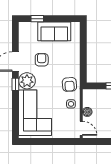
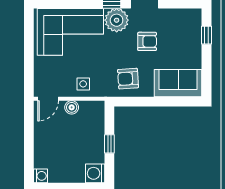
sofa: (54, 31) -> (178, 83), moved, turned 90
armchair: (69, 84) -> (128, 79), moved

